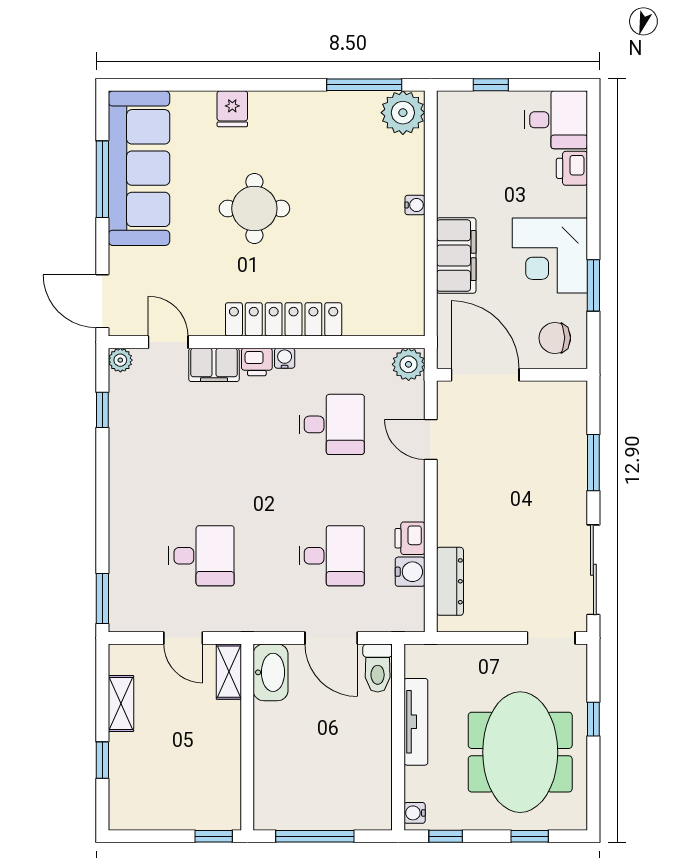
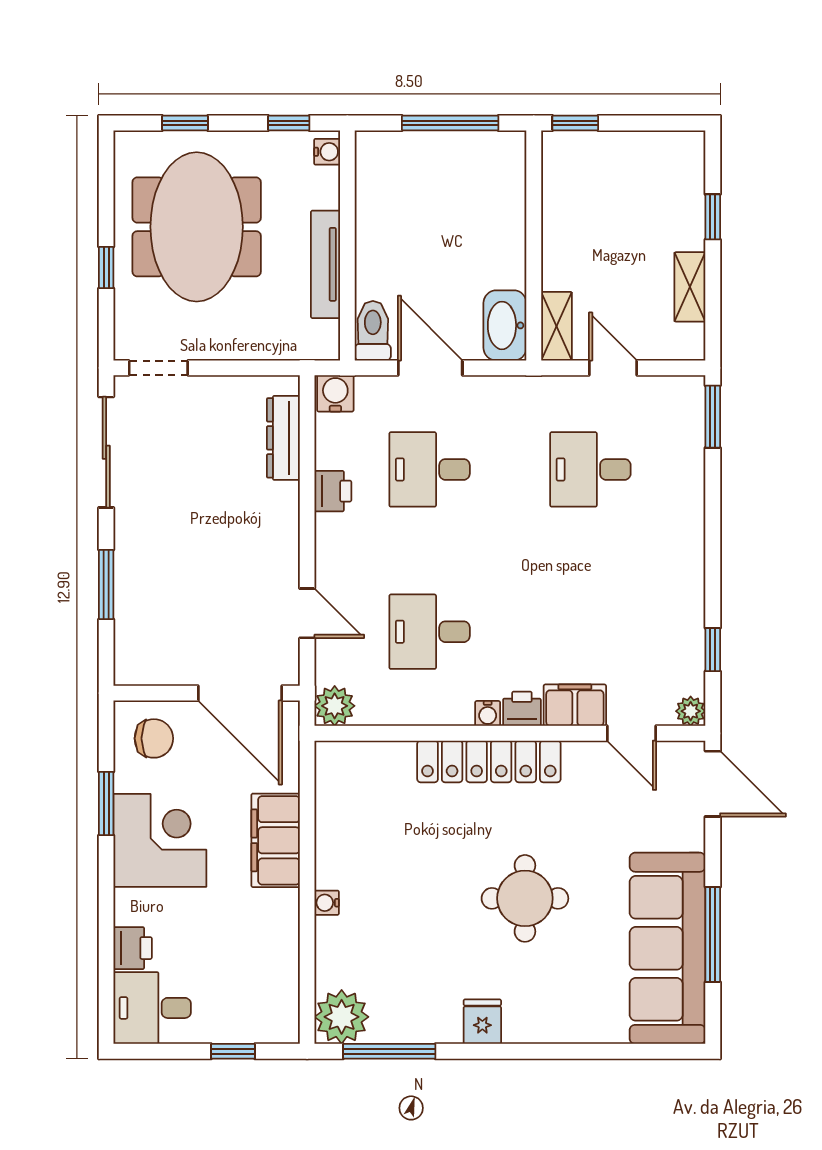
fridge: (232, 109) -> (482, 1022), moved
water cooler: (410, 572) -> (335, 393), moved, turned 90

